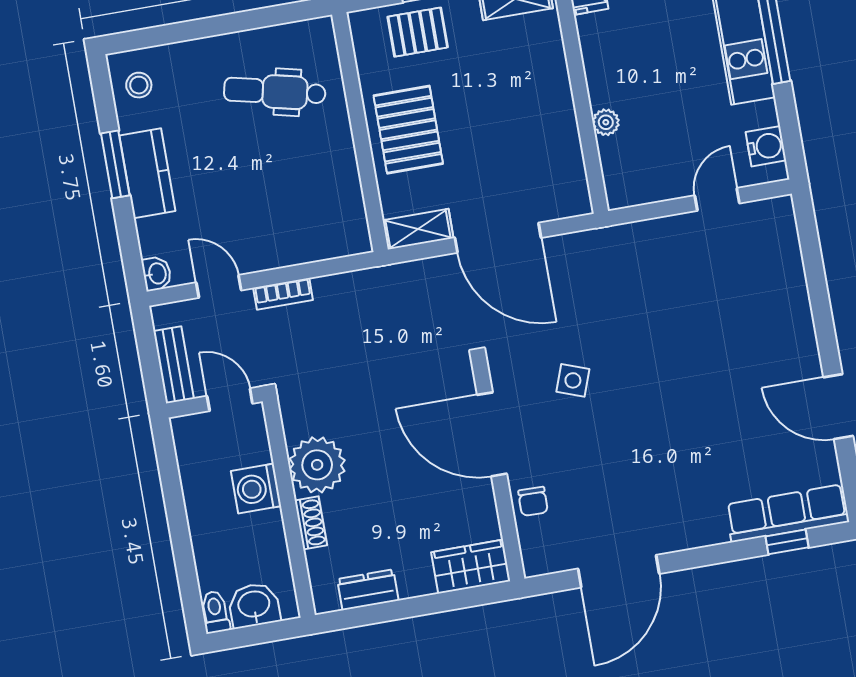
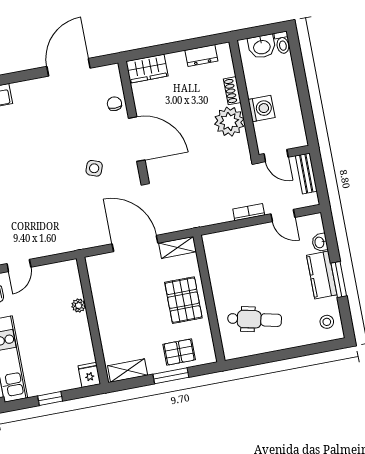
washbasin: (157, 274) -> (320, 242), moved

